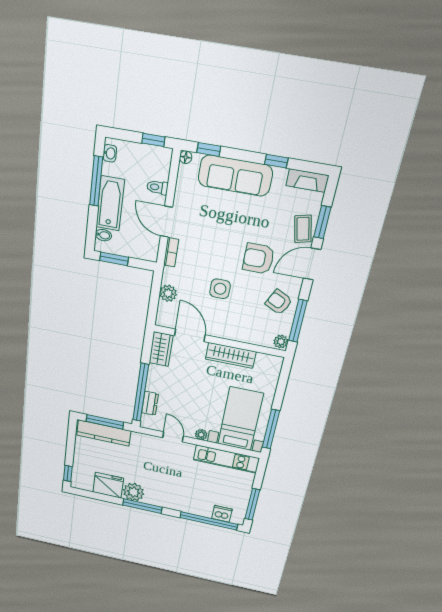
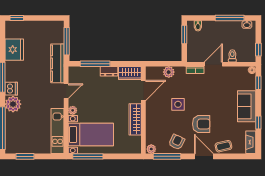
sofa: (235, 176) -> (247, 106), width x0.73
bathtub: (110, 203) -> (218, 28), removed
window: (322, 222) -> (229, 156), removed
armchair: (258, 259) -> (201, 124), turned 90
window: (141, 393) -> (95, 64), width x0.68
dresser: (150, 403) -> (109, 71), moved
kitchen counter: (104, 433) -> (57, 63), moved
plant: (134, 492) -> (13, 104), moved
window: (252, 504) -> (25, 156), width x0.69
dishwasher: (222, 514) -> (11, 89), moved

